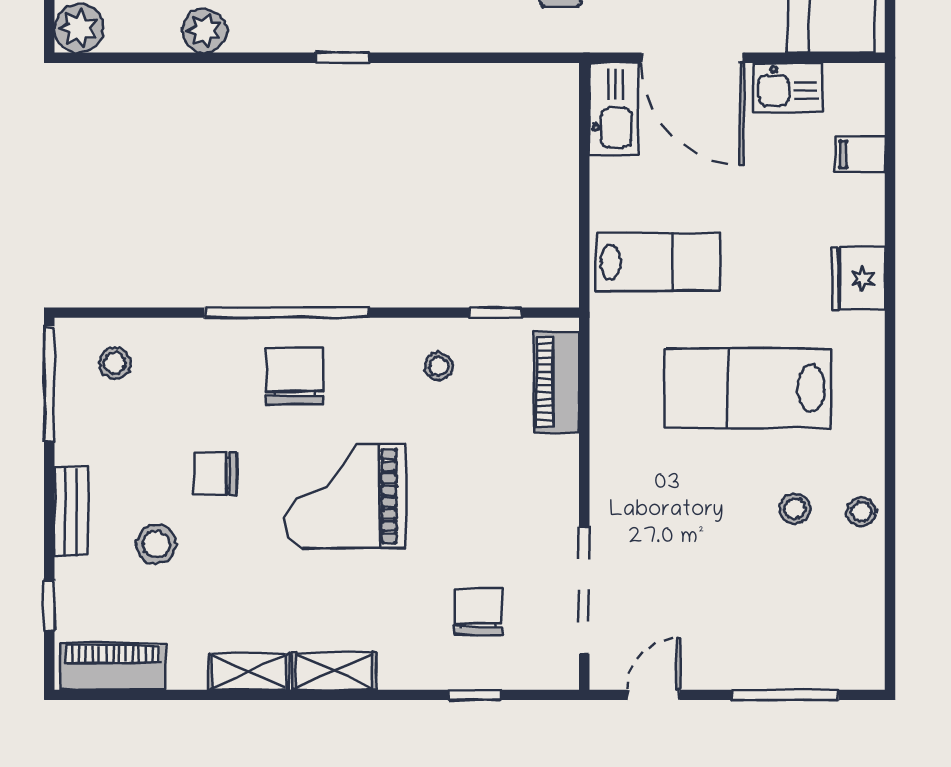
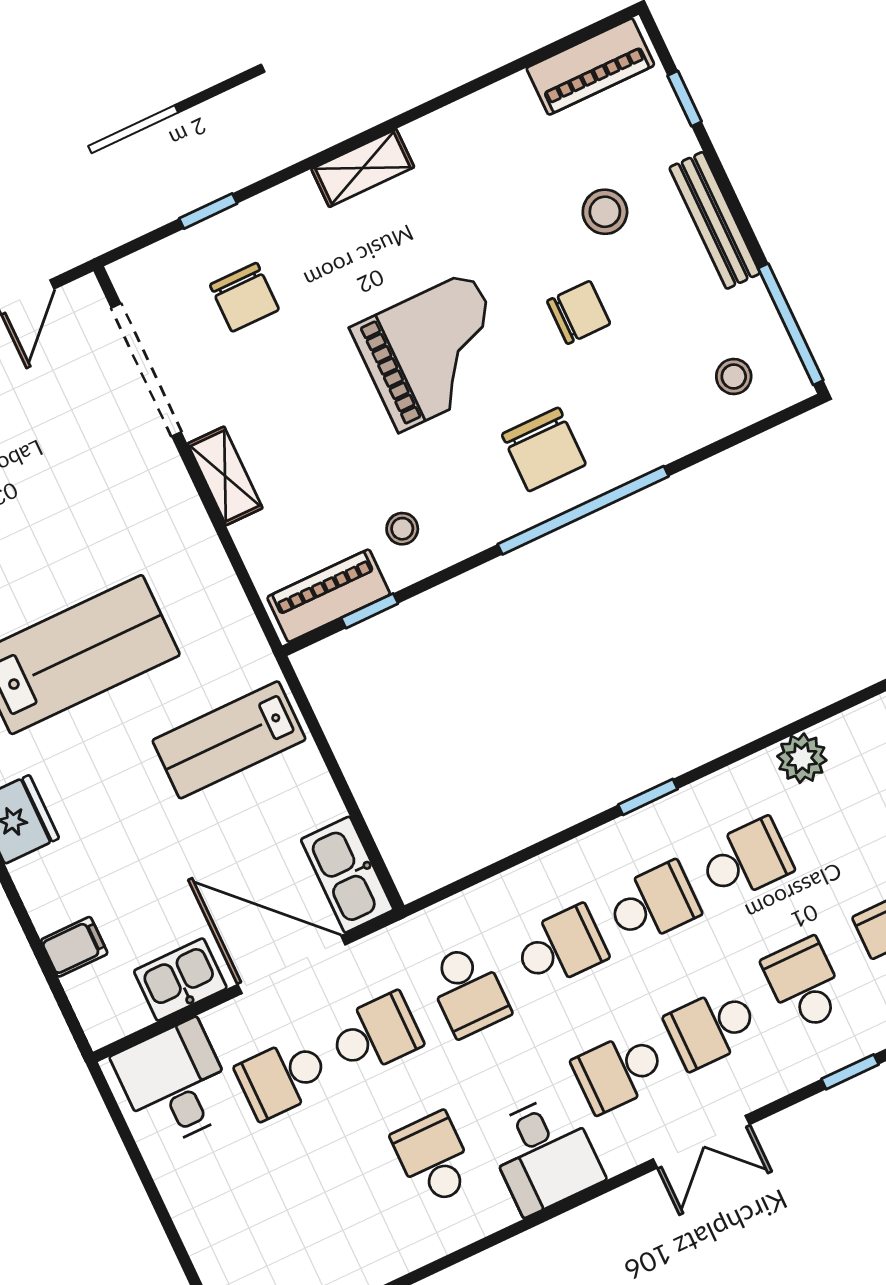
piano: (557, 382) -> (329, 596), moved, turned -90
bench: (71, 512) -> (715, 220), width x1.36
shelving: (249, 672) -> (225, 476), moved, turned 90

